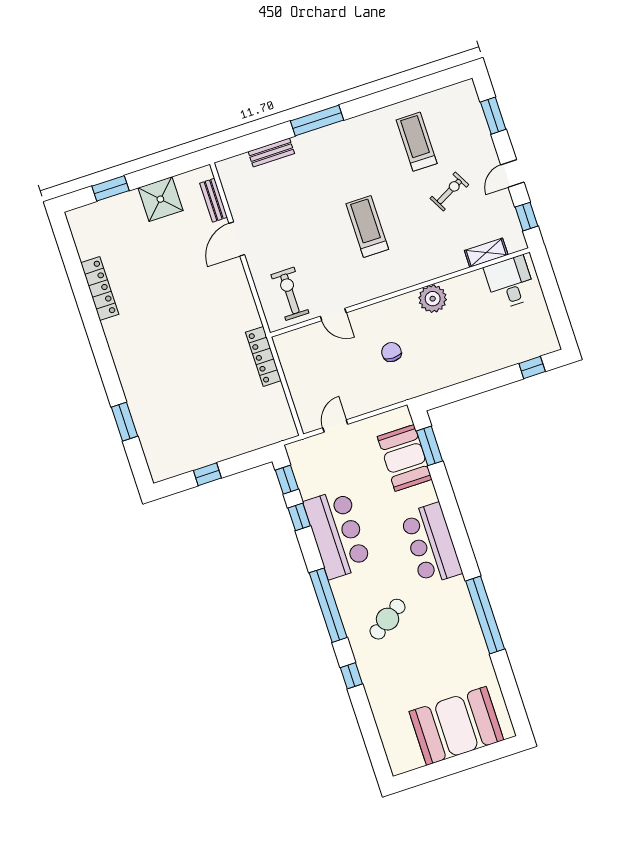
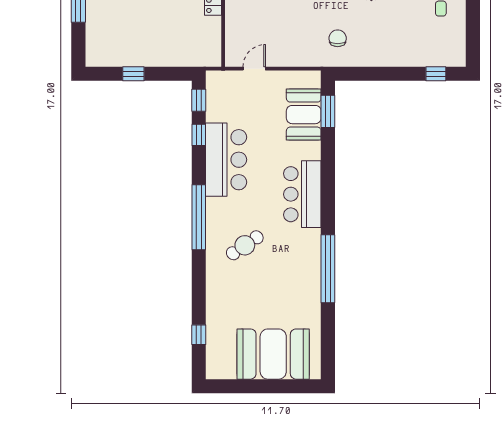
chair: (391, 352) -> (338, 38), moved
window: (351, 676) -> (199, 335), moved

